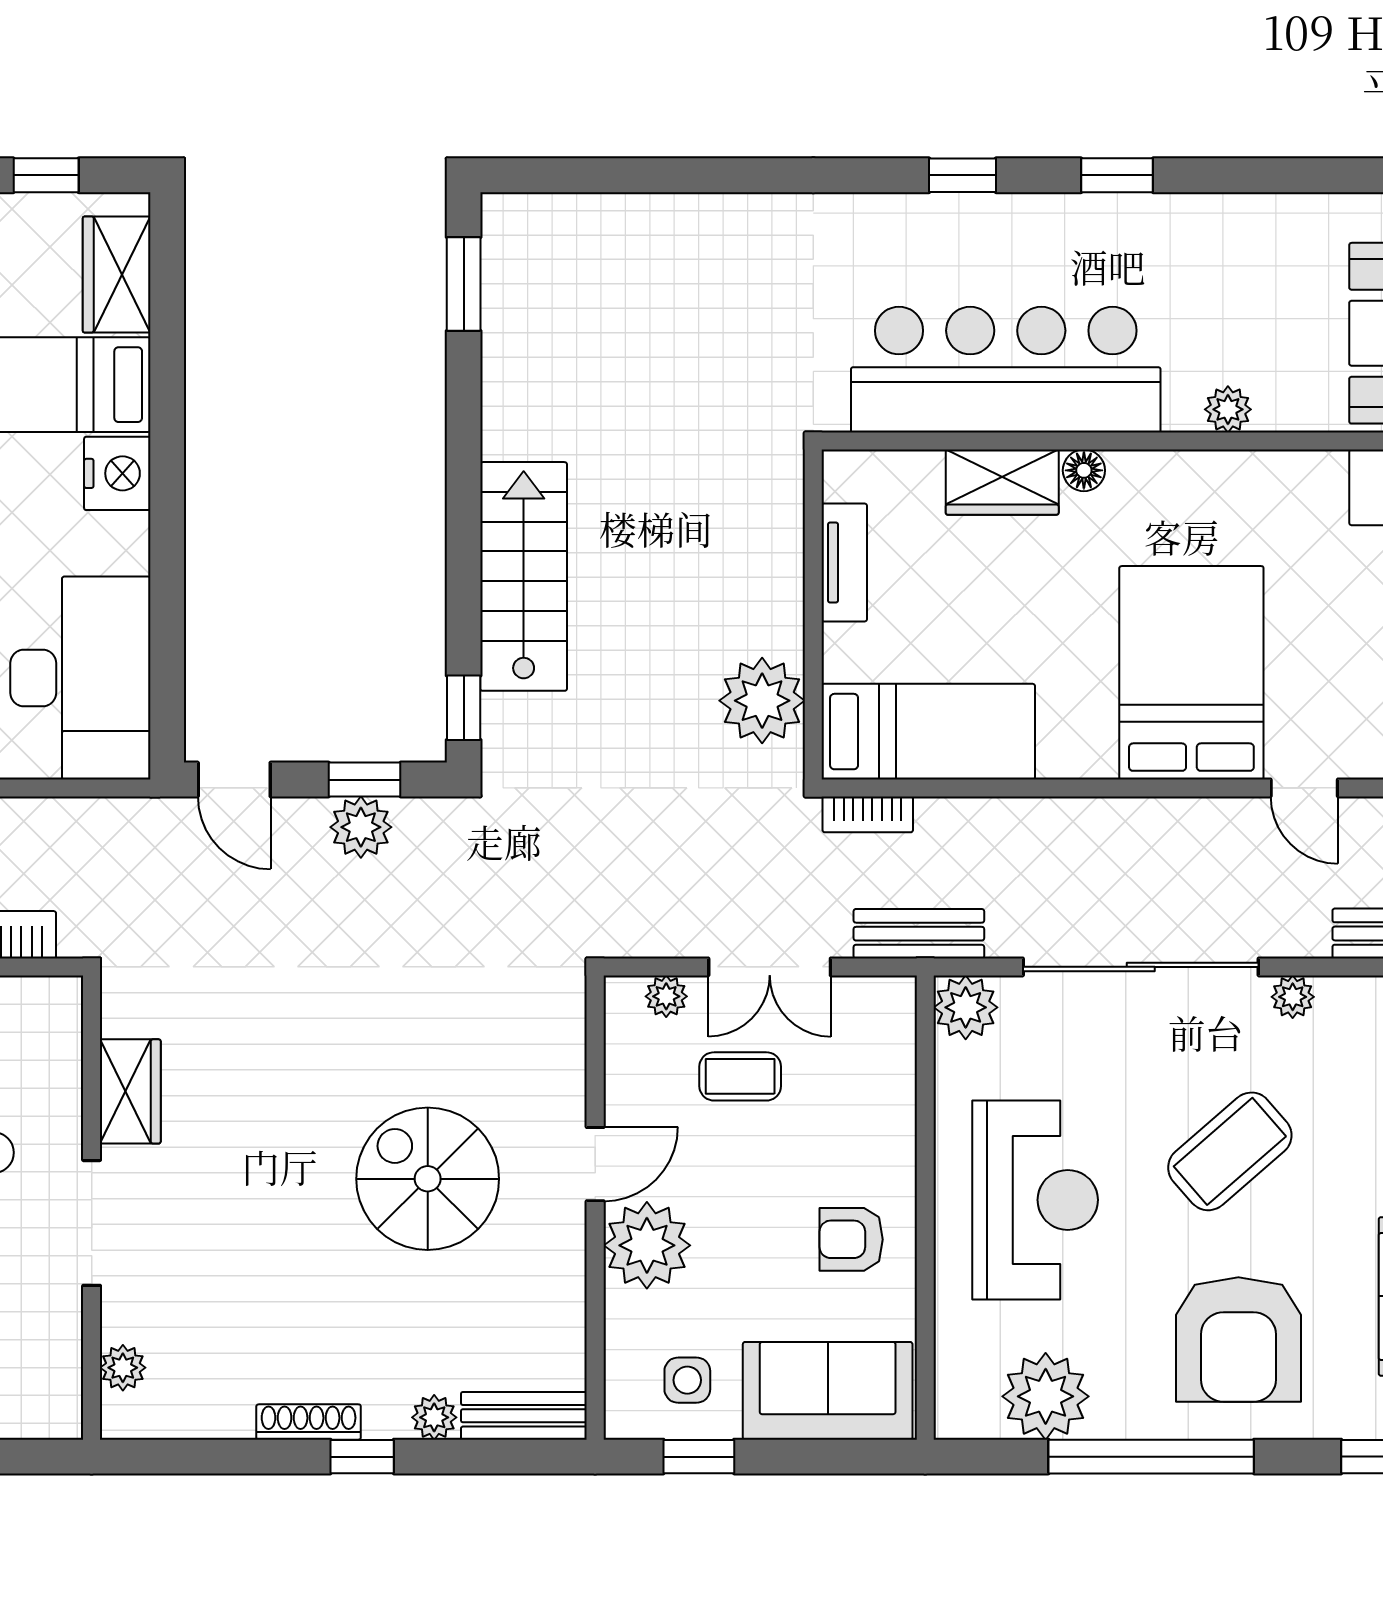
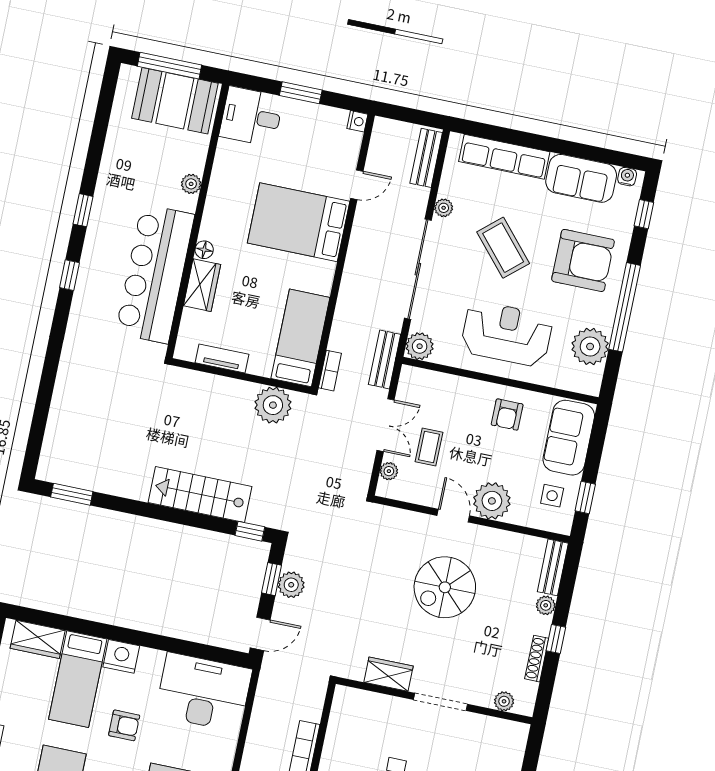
wardrobe: (130, 1091) -> (389, 674), moved
wall: (92, 1208) -> (434, 701), moved
doorway: (92, 1223) -> (440, 702), moved
plant: (123, 1368) -> (504, 701), moved

